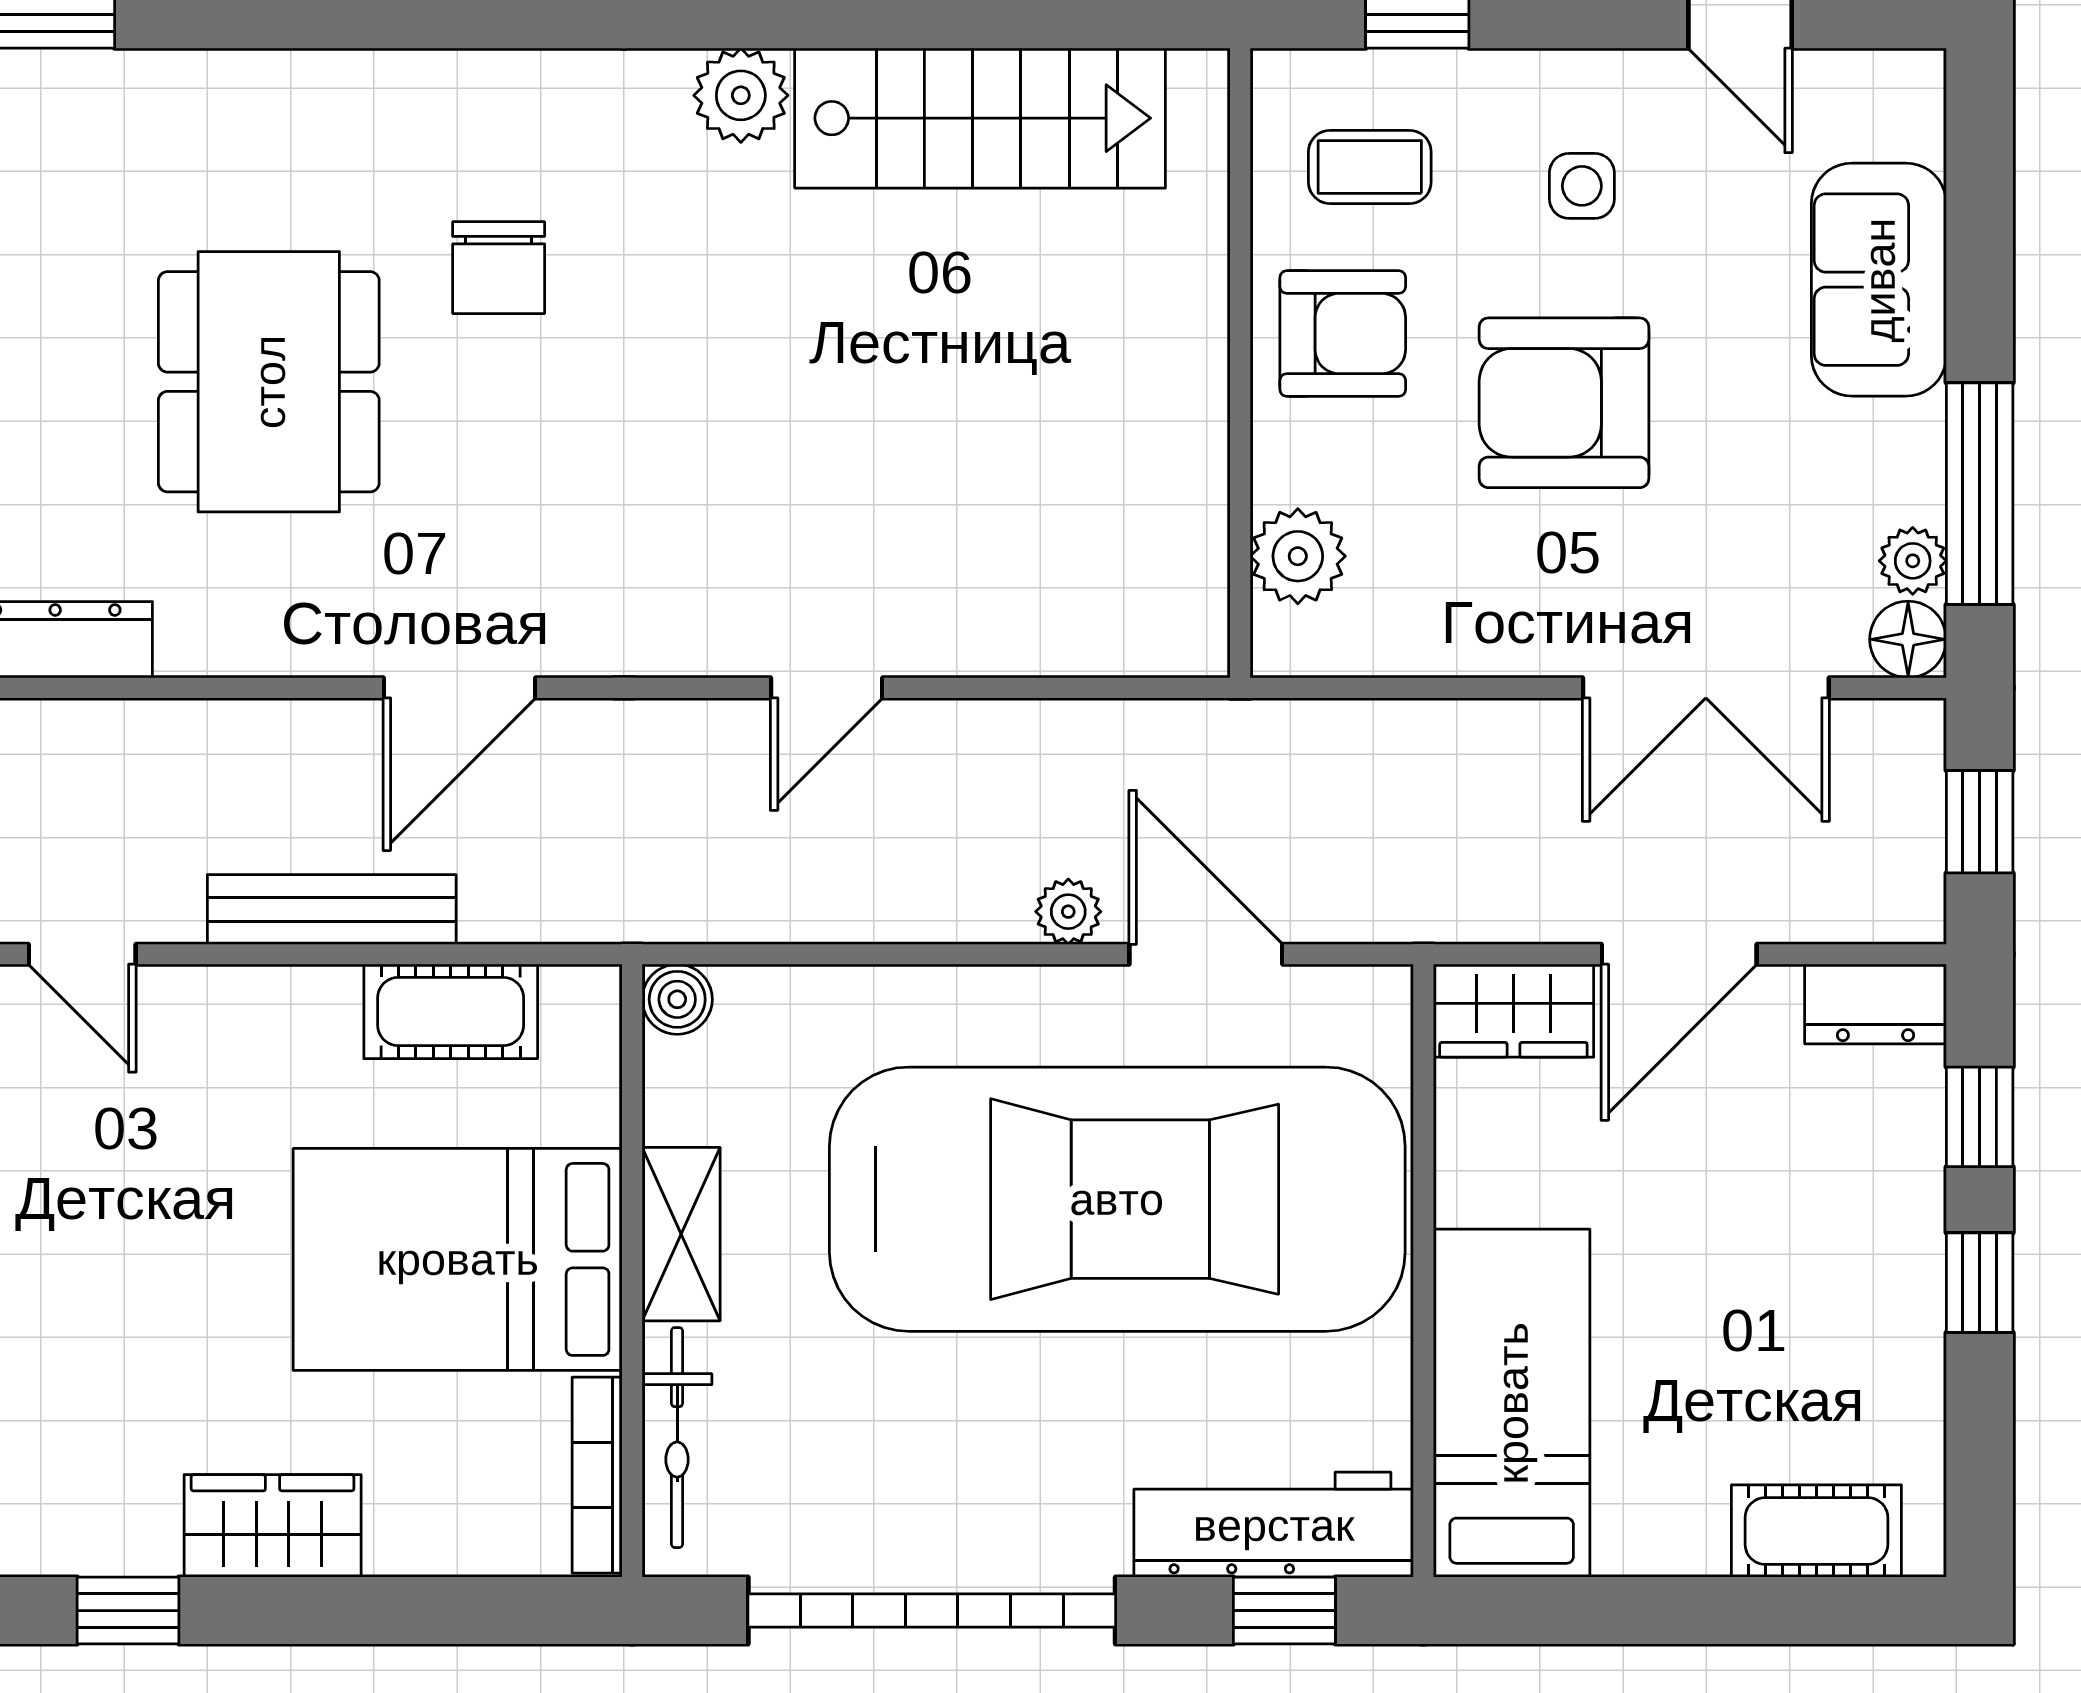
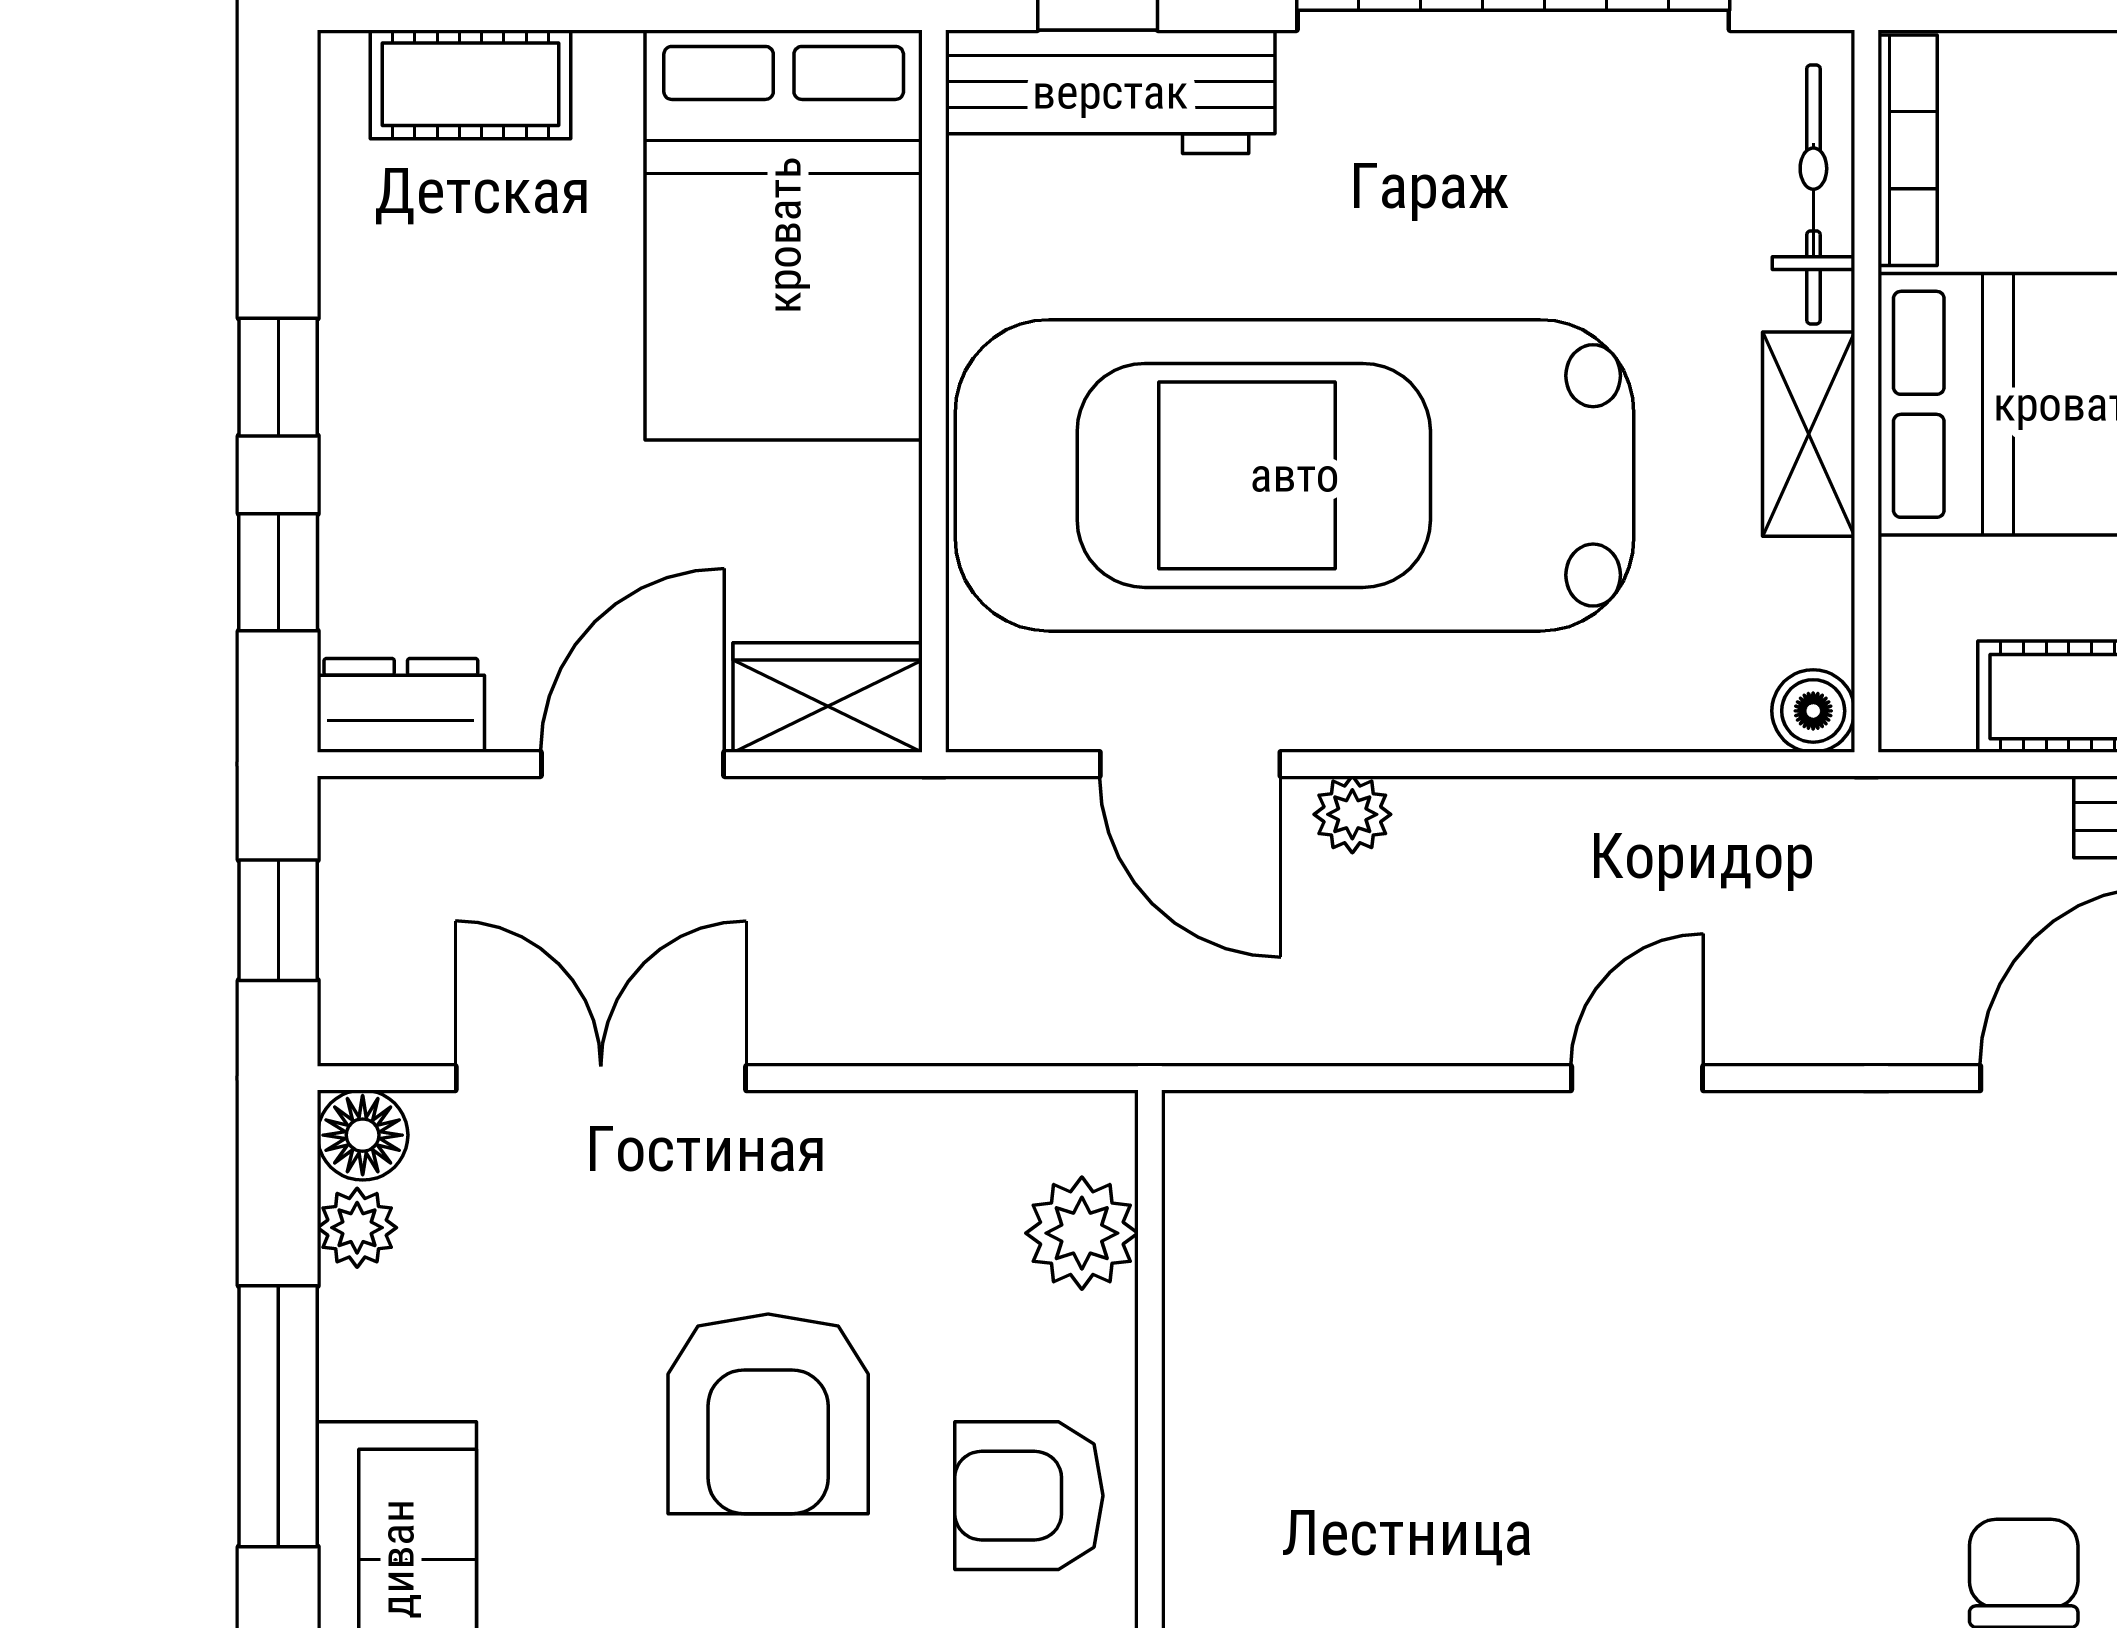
armchair: (1564, 403) -> (768, 1414), turned 90
window: (1980, 494) -> (278, 1416), moved
bed: (1512, 1403) -> (784, 235), width x1.50

